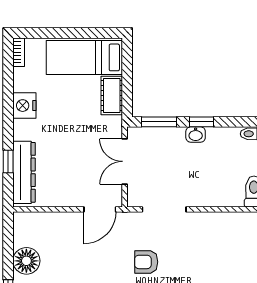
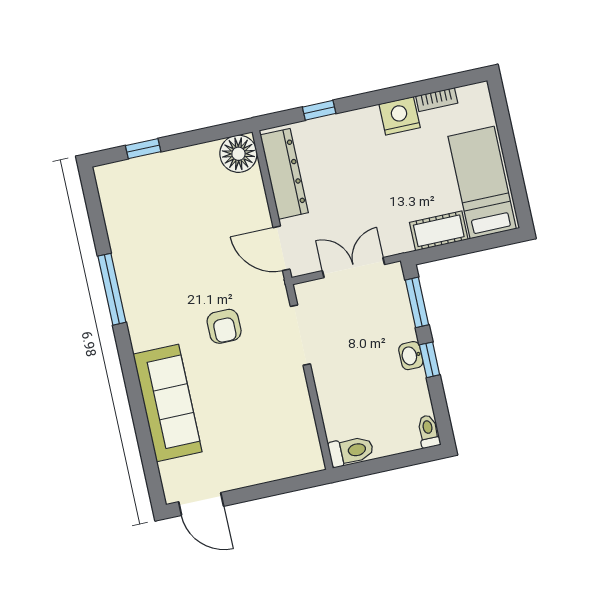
bookcase: (19, 52) -> (437, 100), moved
dresser: (24, 172) -> (284, 174), moved, turned -90
floor lamp: (26, 261) -> (238, 154), moved
armchair: (146, 262) -> (224, 326), turned 180

